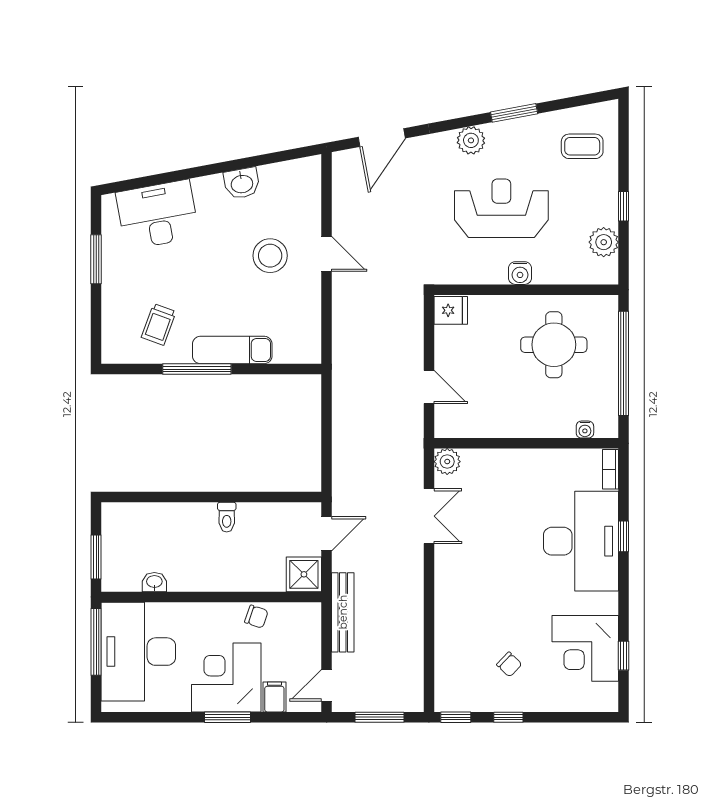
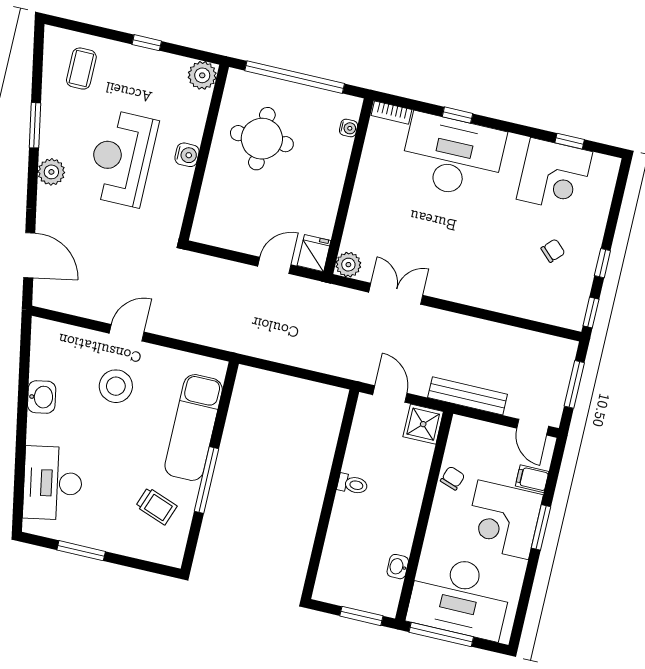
plant: (604, 242) -> (202, 75), moved
fridge: (451, 310) -> (314, 253), moved
exam couch: (232, 350) -> (194, 427), width x1.36, depth x1.45

